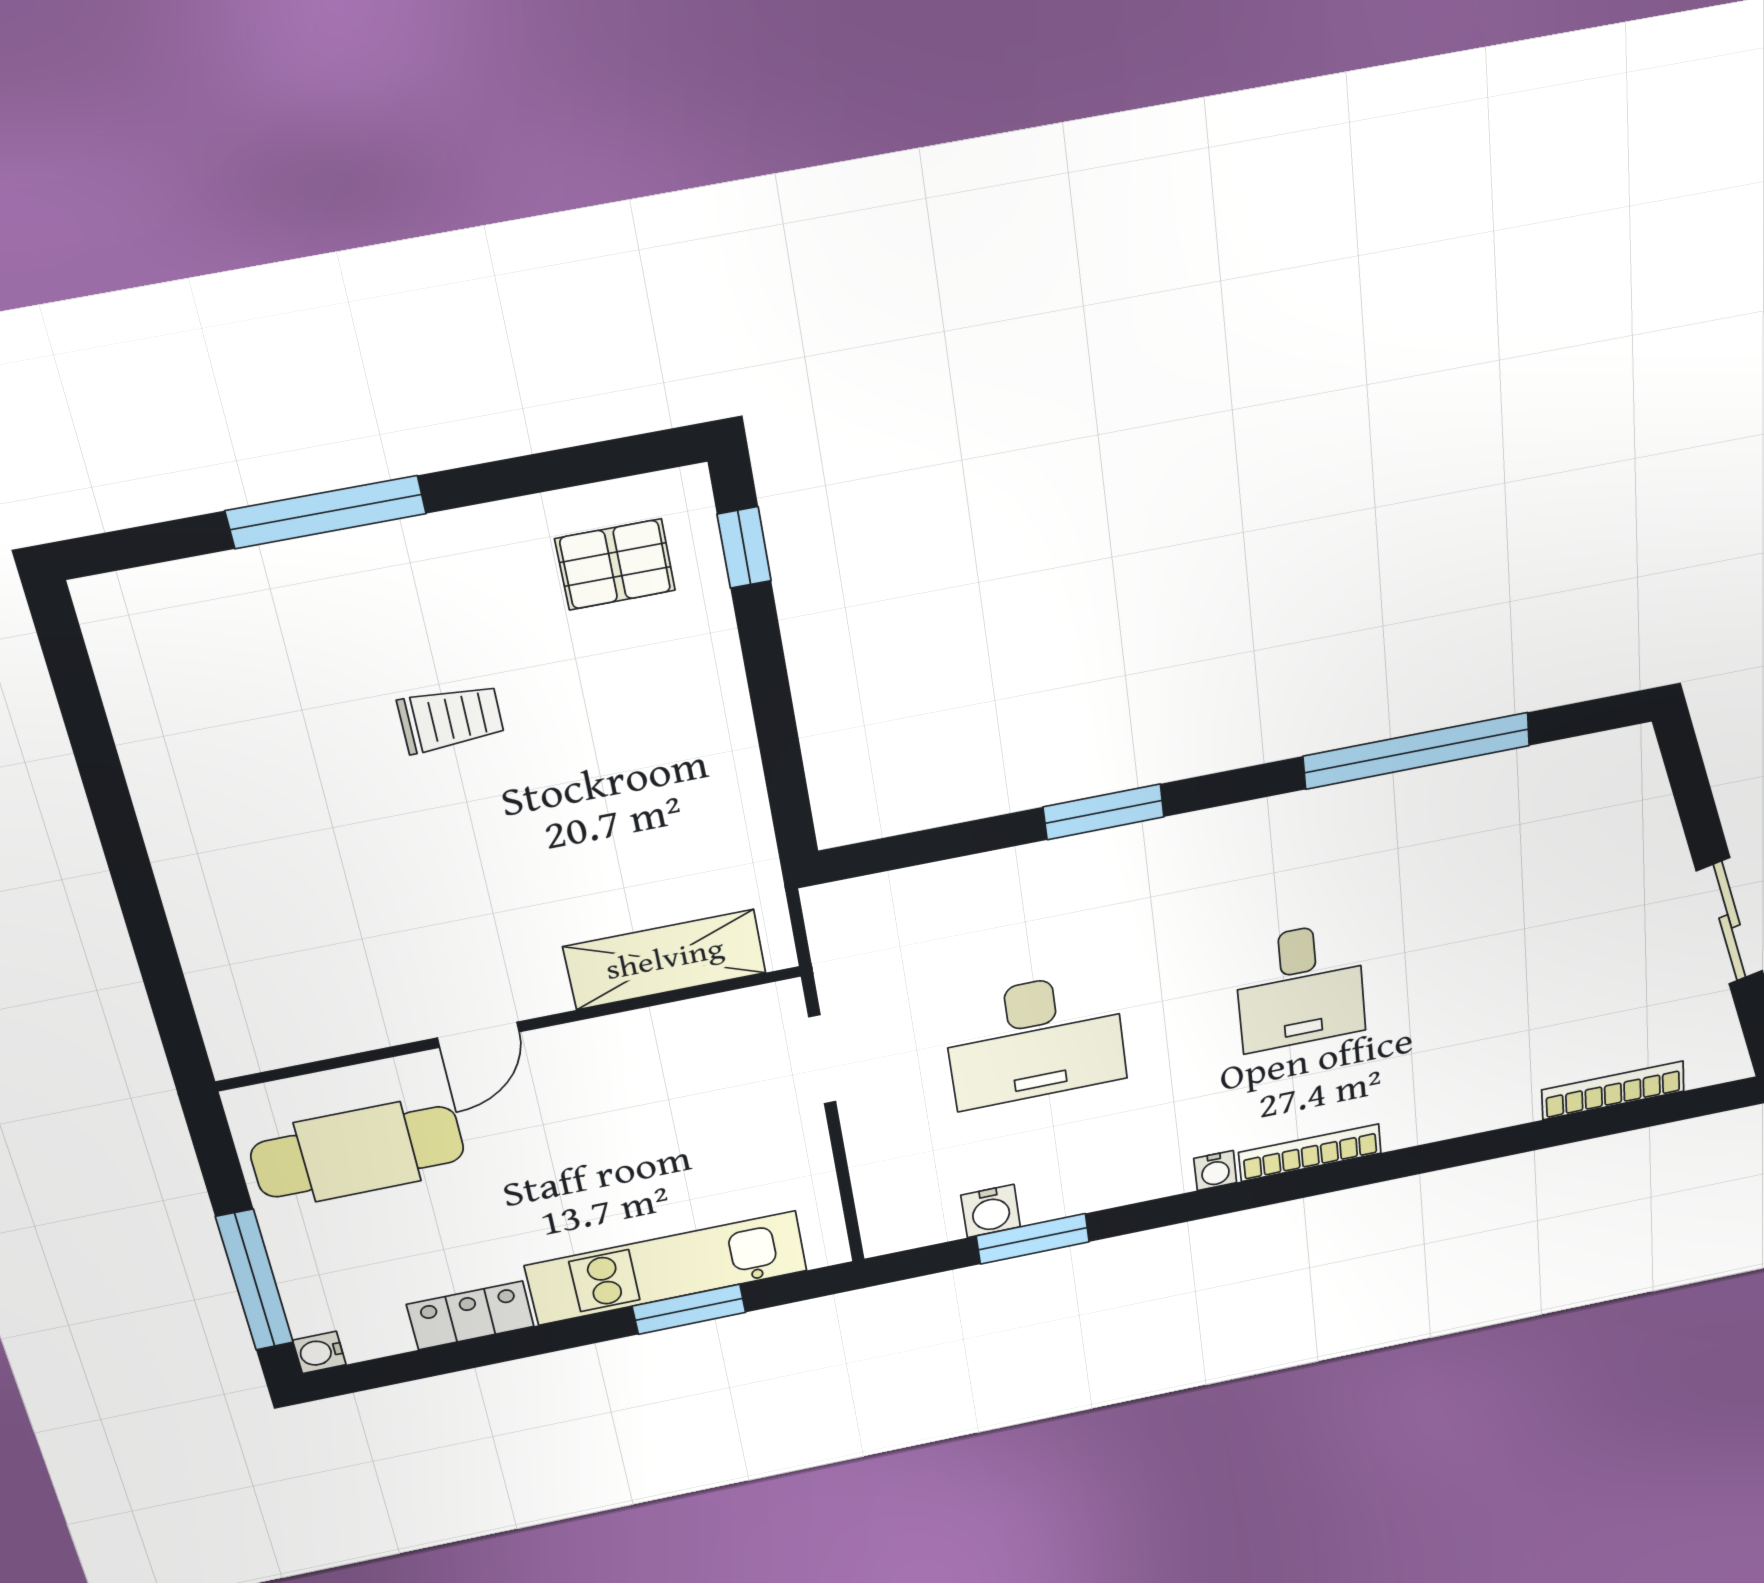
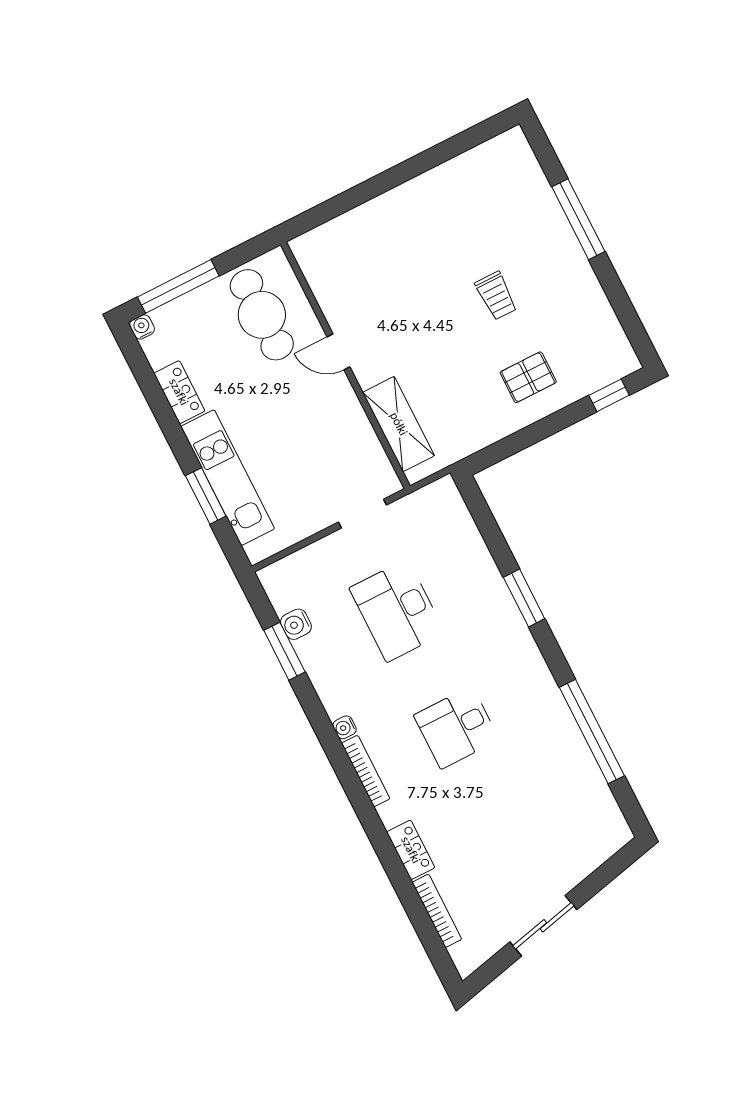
pallet: (615, 565) -> (528, 377), moved, turned 90
locker: (1485, 1110) -> (411, 850), added

